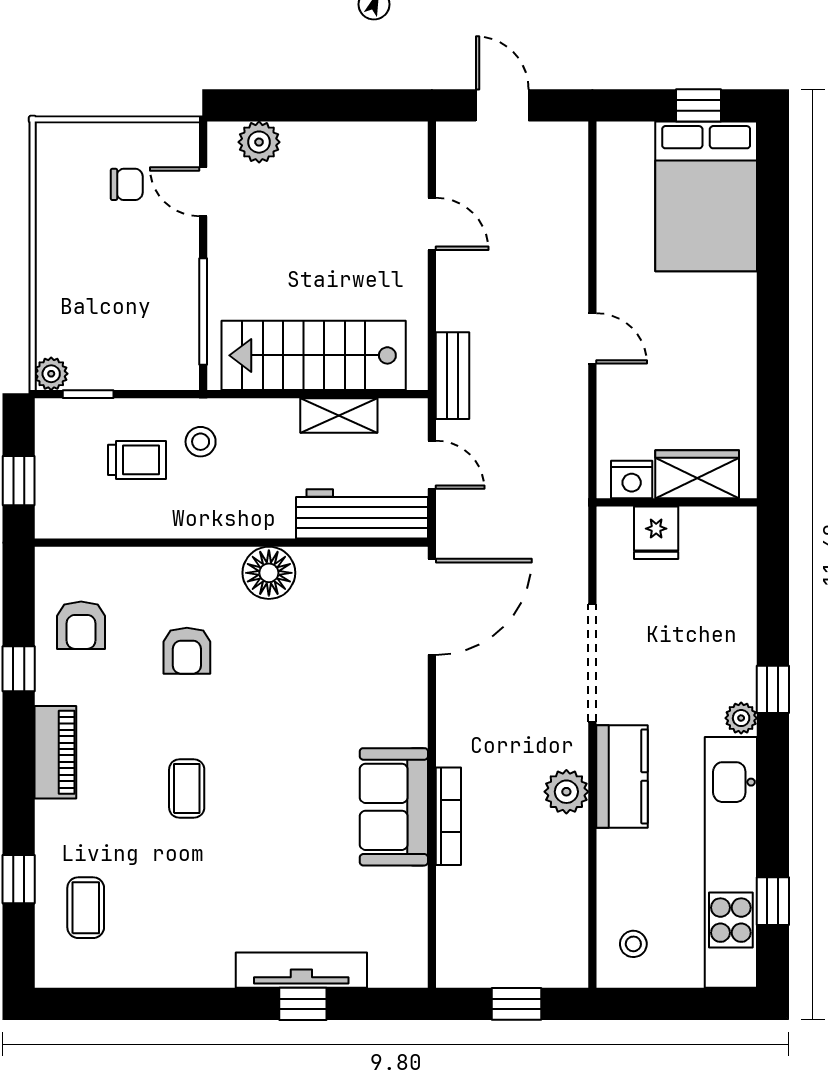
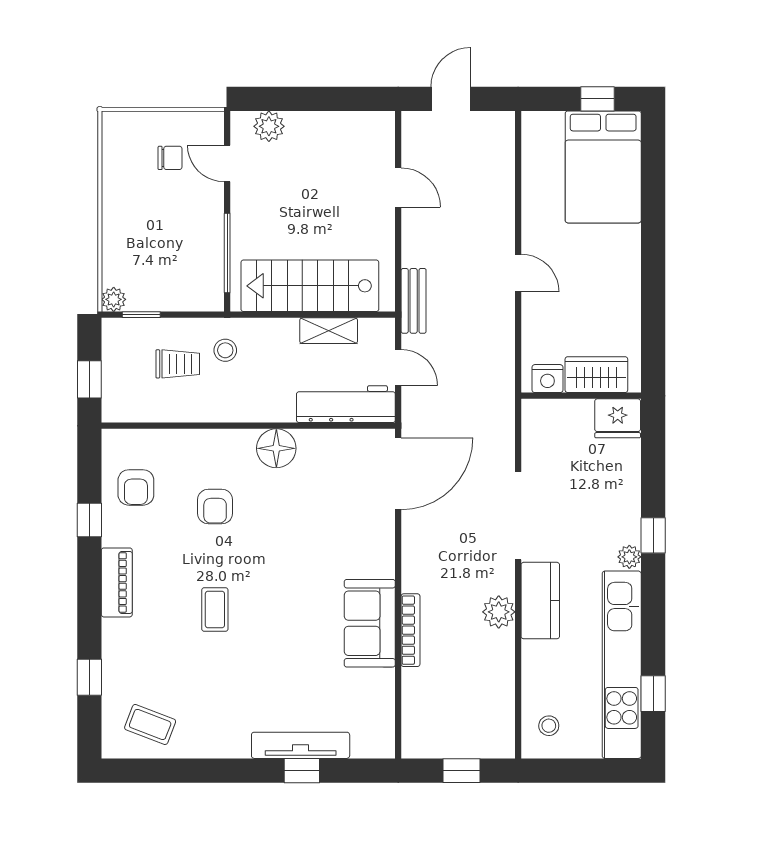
door: (502, 105) -> (451, 99), hinge flipped
fridge: (656, 533) -> (618, 418), moved, width x1.38
coffee table: (86, 908) -> (150, 724), moved, turned -69

